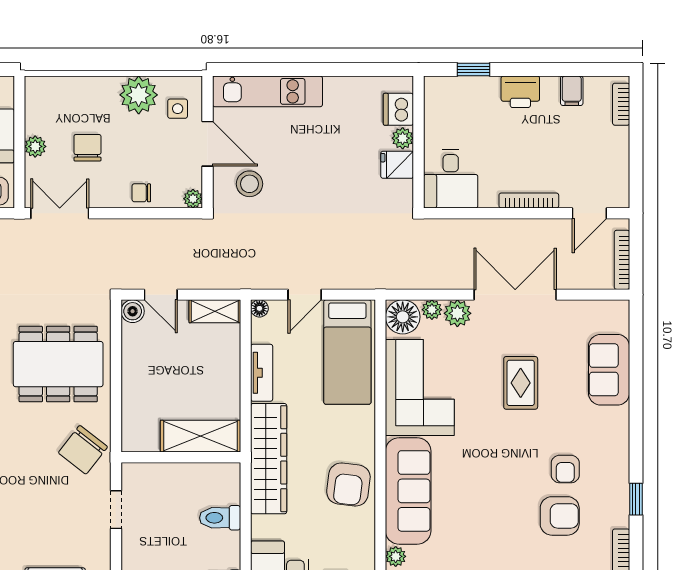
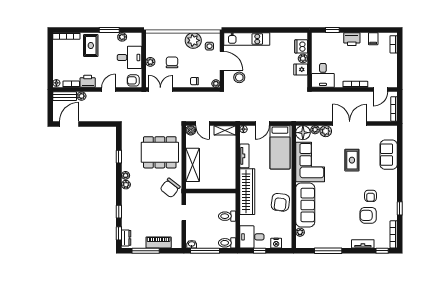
shelving: (200, 436) -> (193, 165), moved, turned 90
armchair: (560, 516) -> (368, 215), turned 180

